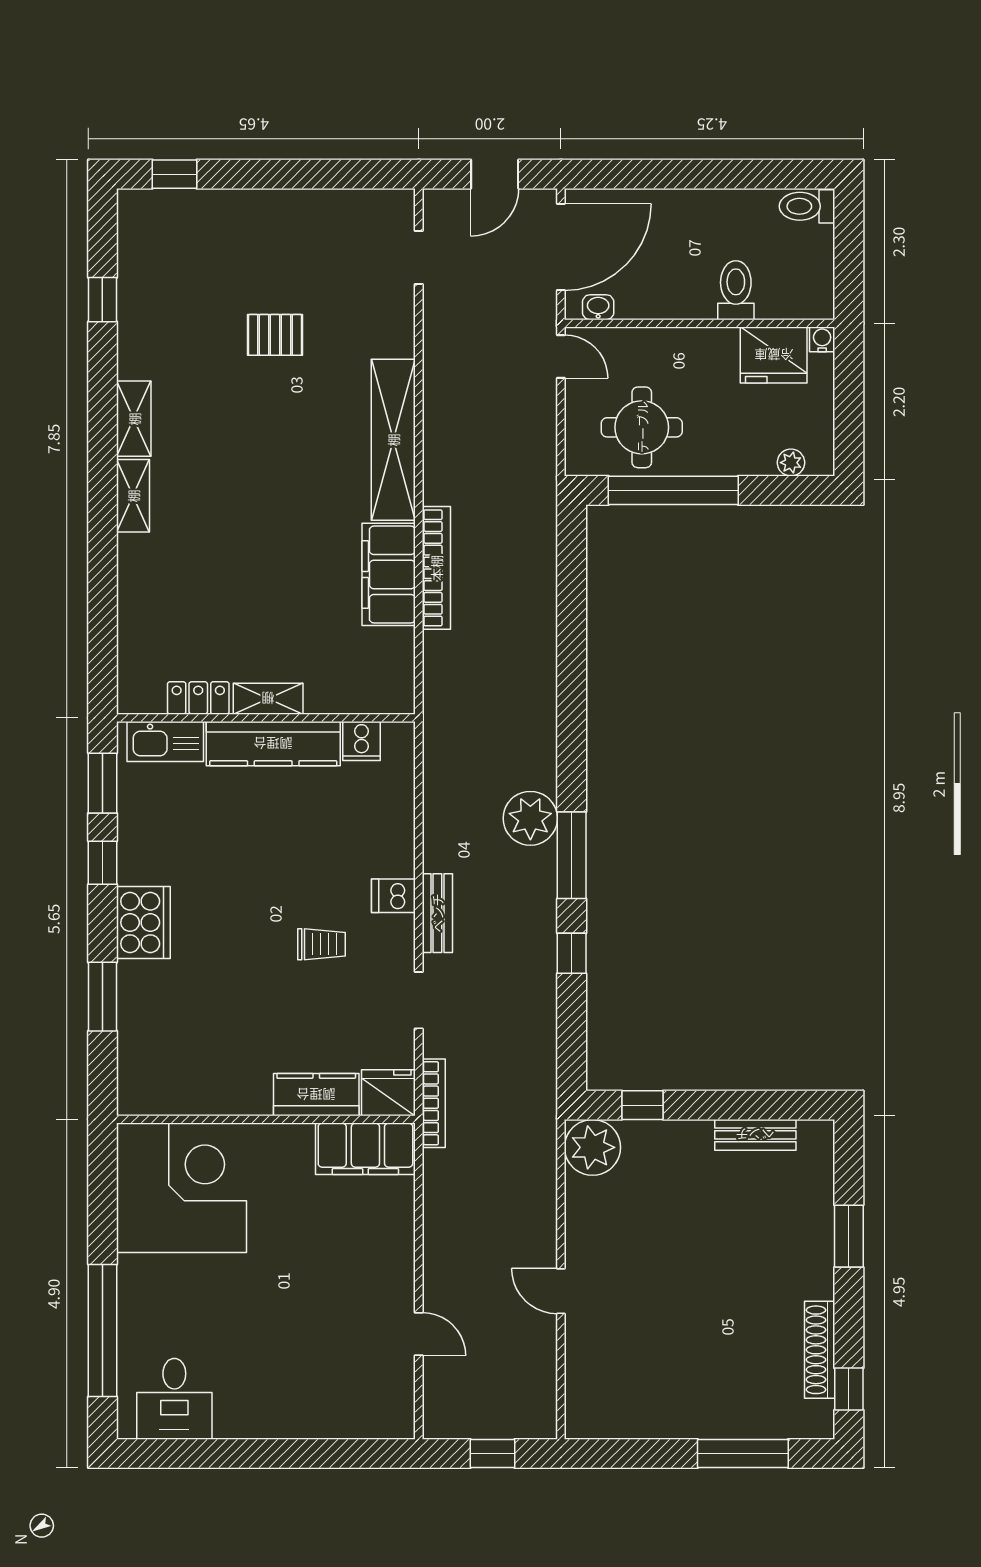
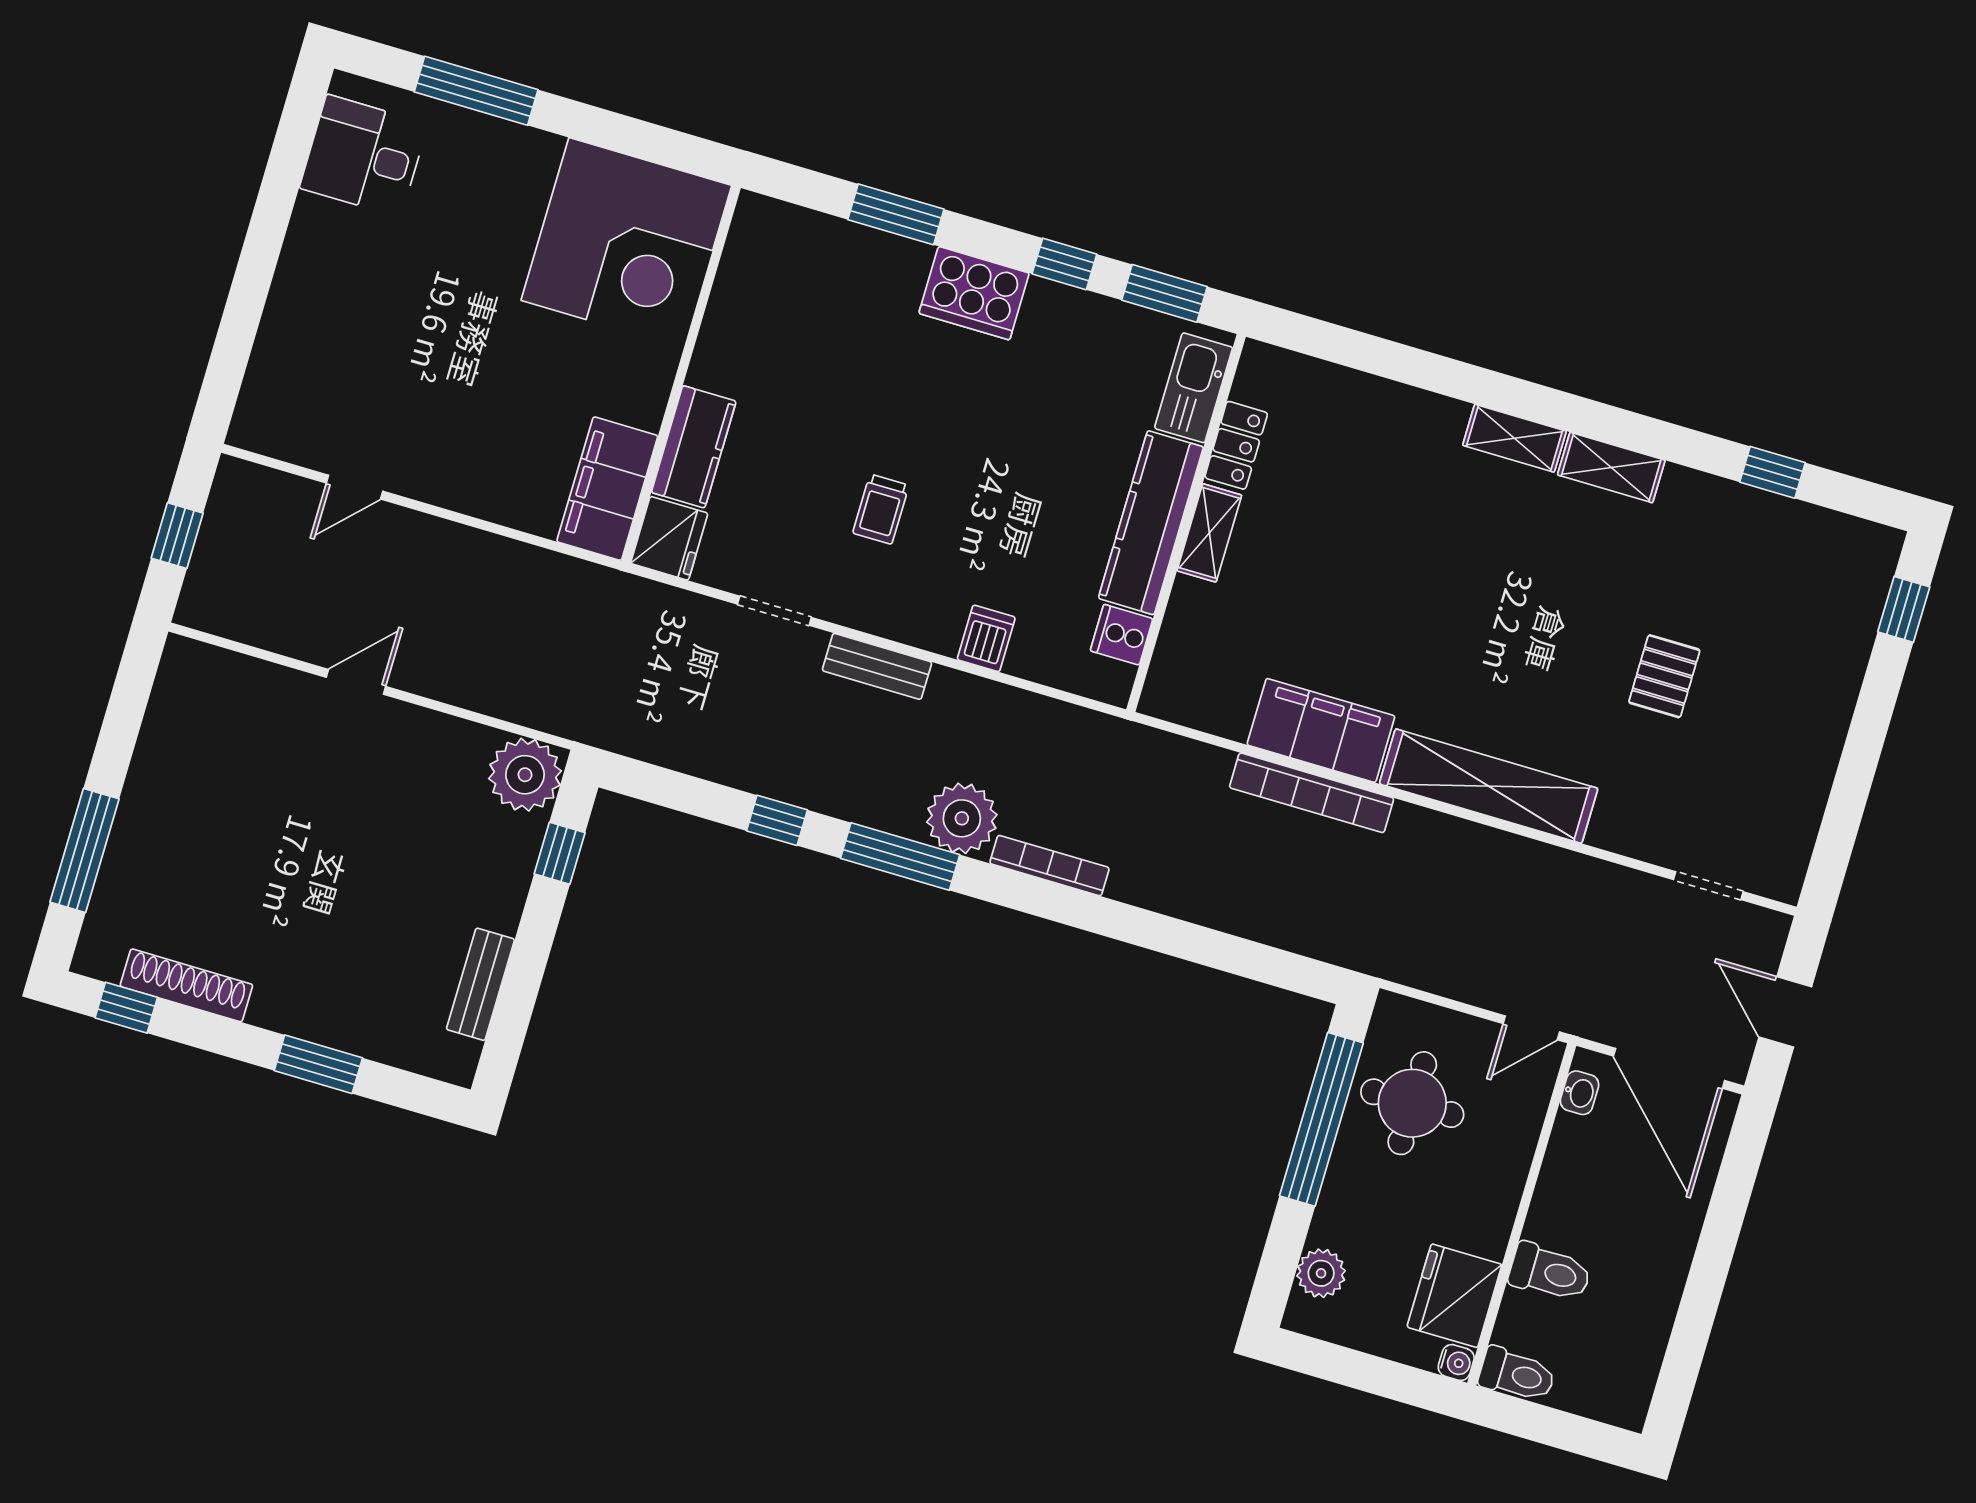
toilet: (807, 206) -> (1517, 1375), moved, turned 90
plant: (791, 463) -> (1321, 1273), width x1.38, depth x1.38
dishwasher: (393, 896) -> (986, 638), moved
bookcase: (434, 1103) -> (1049, 866), moved, turned 180
window: (102, 1331) -> (476, 91), width x0.68

